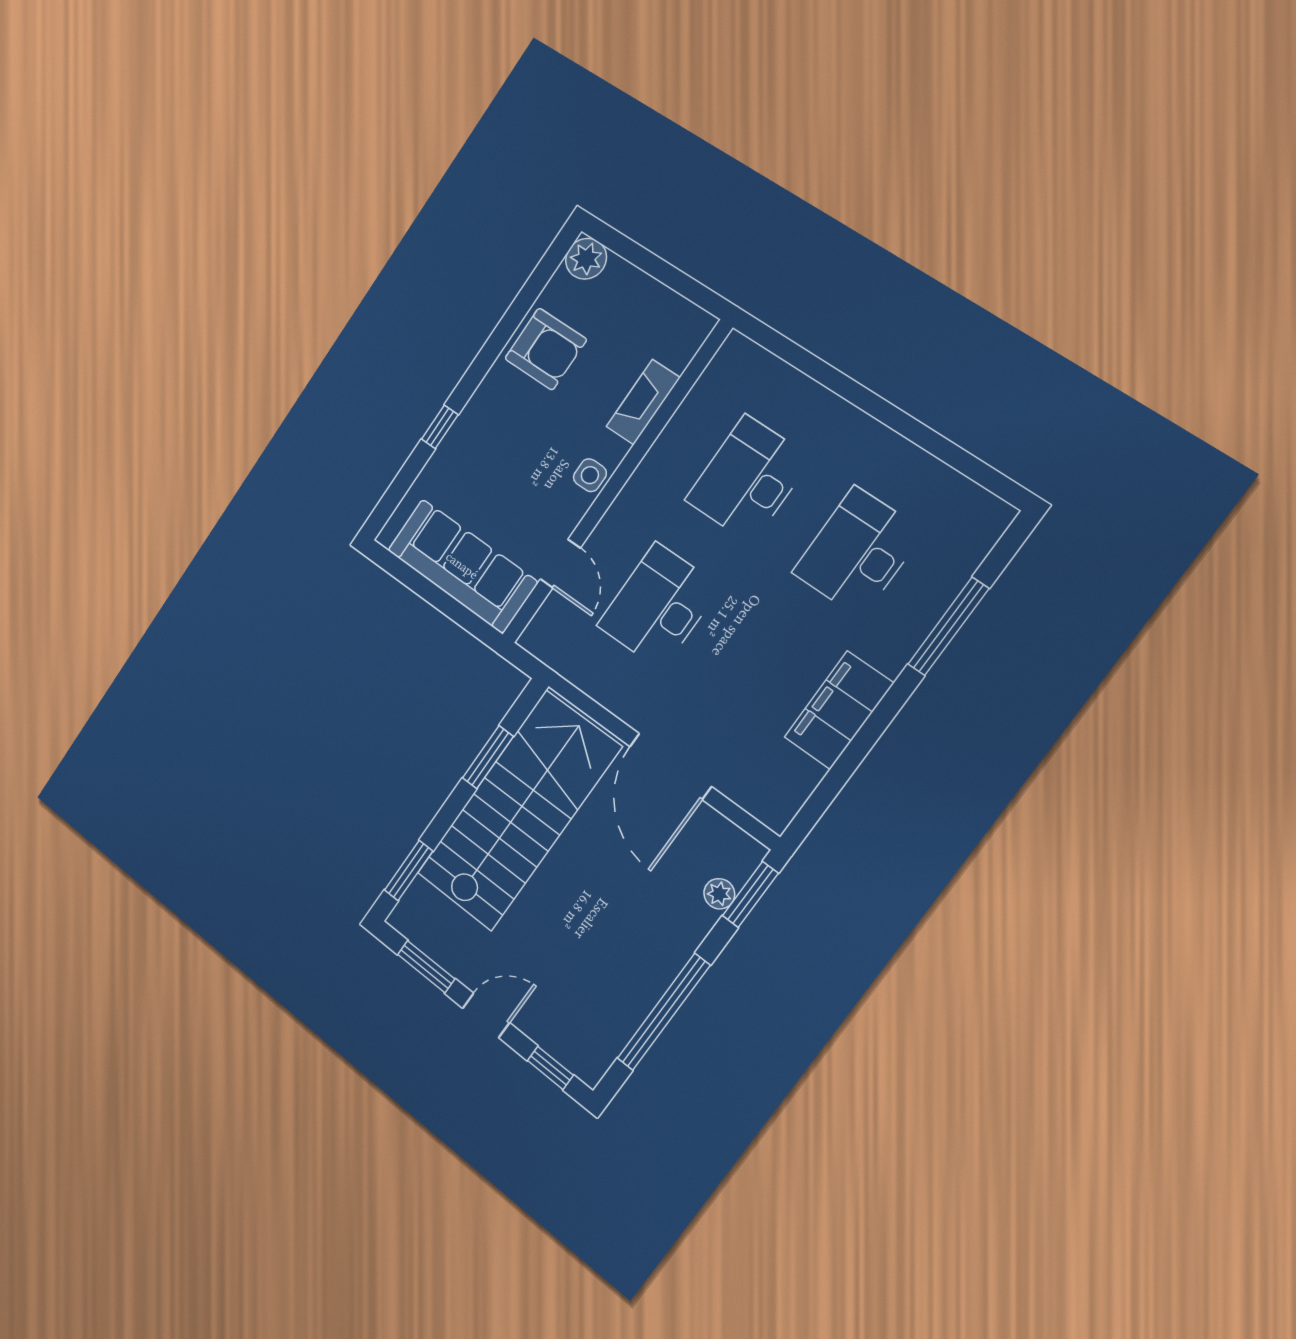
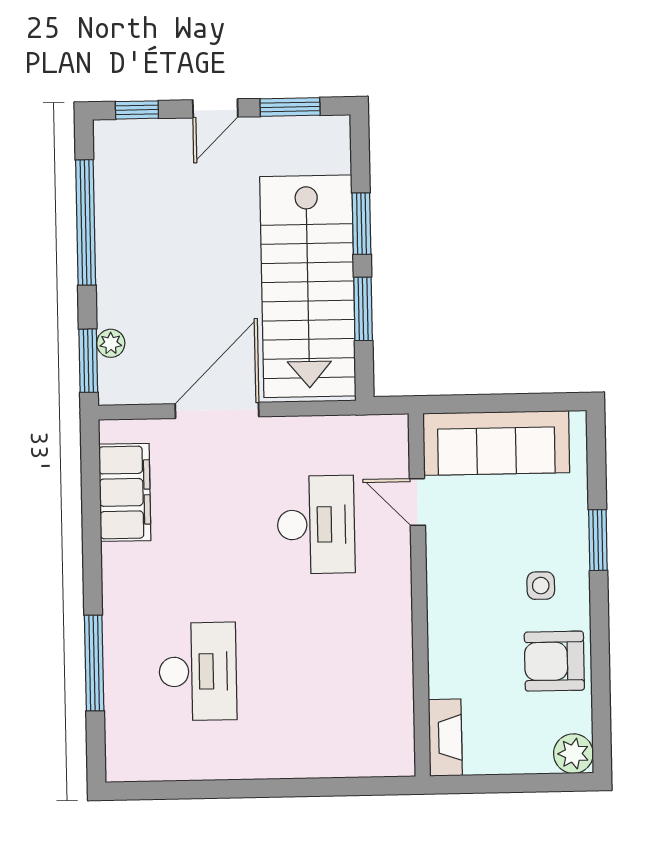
fireplace: (643, 402) -> (445, 738), moved
window: (440, 427) -> (598, 540), width x1.50
side table: (590, 475) -> (541, 586), moved
desk: (748, 479) -> (319, 669), removed
filing cabinet: (839, 710) -> (125, 492), moved
door: (670, 766) -> (217, 410), hinge flipped
window: (409, 871) -> (361, 224), moved

